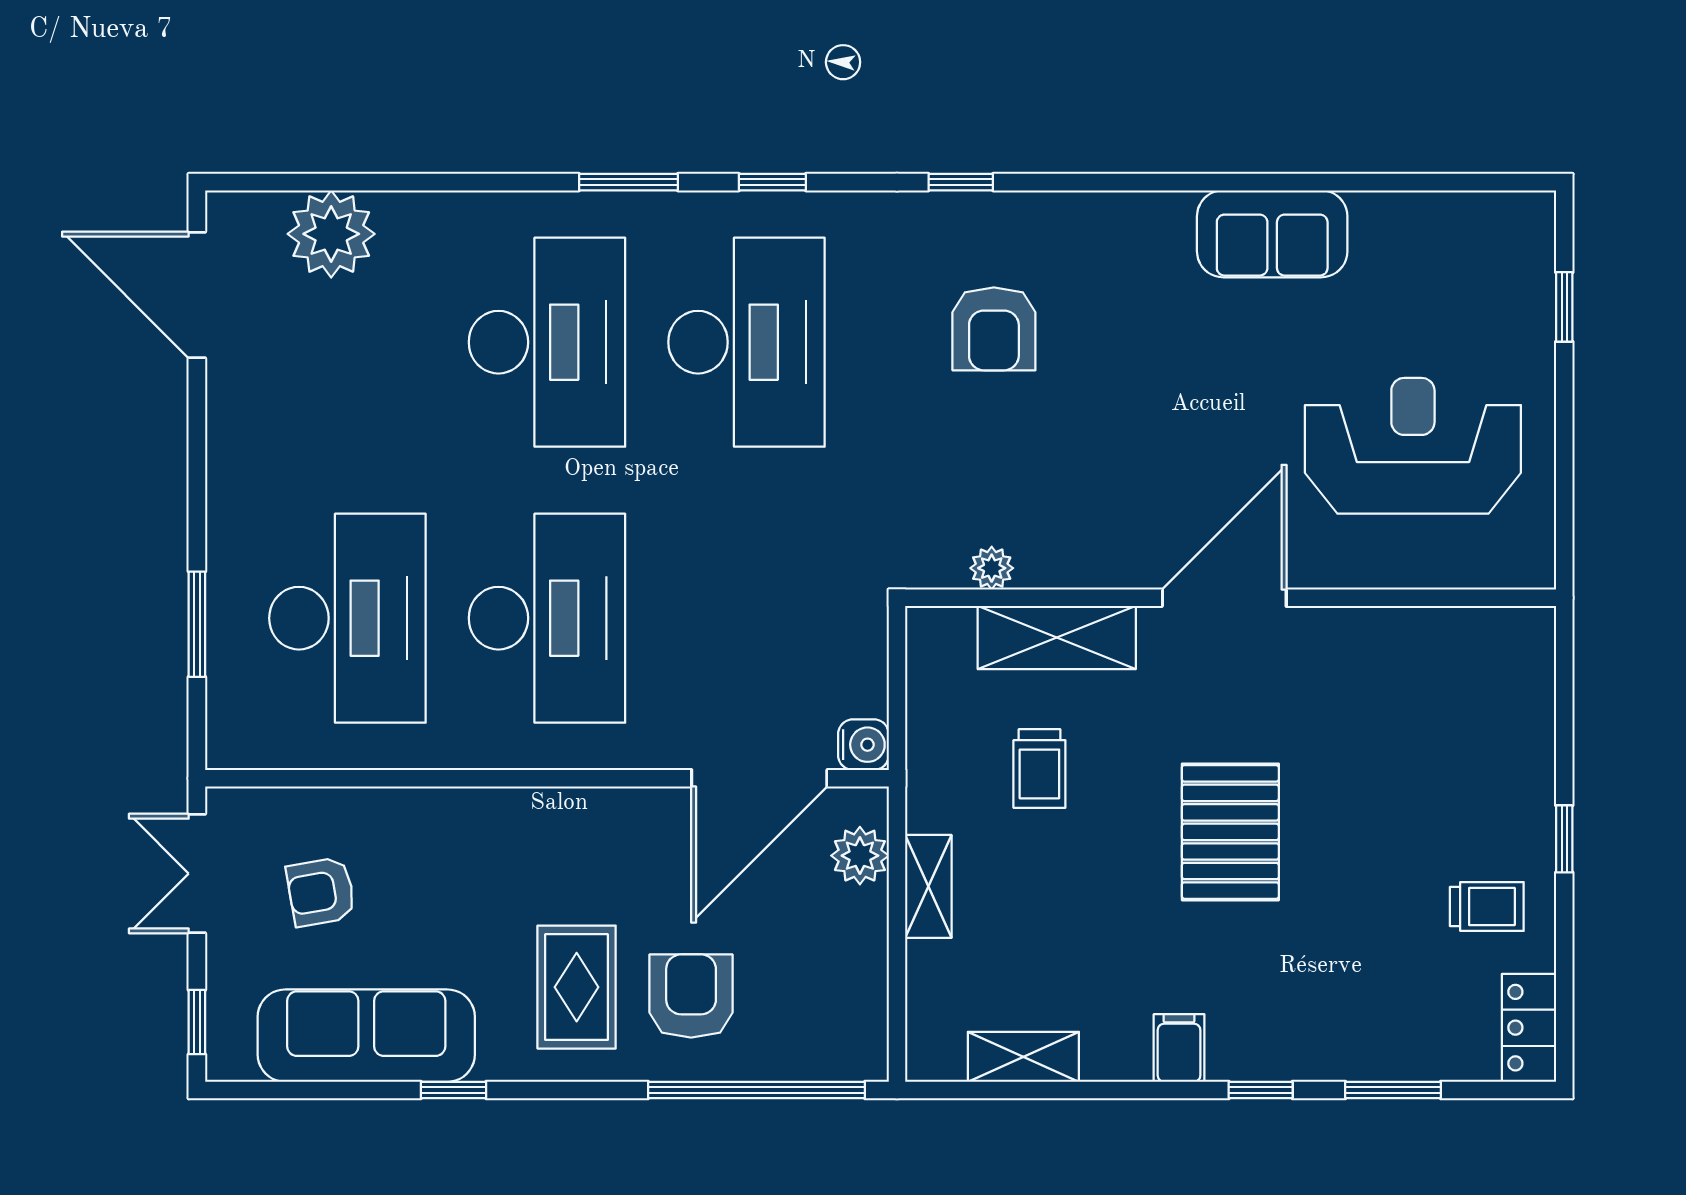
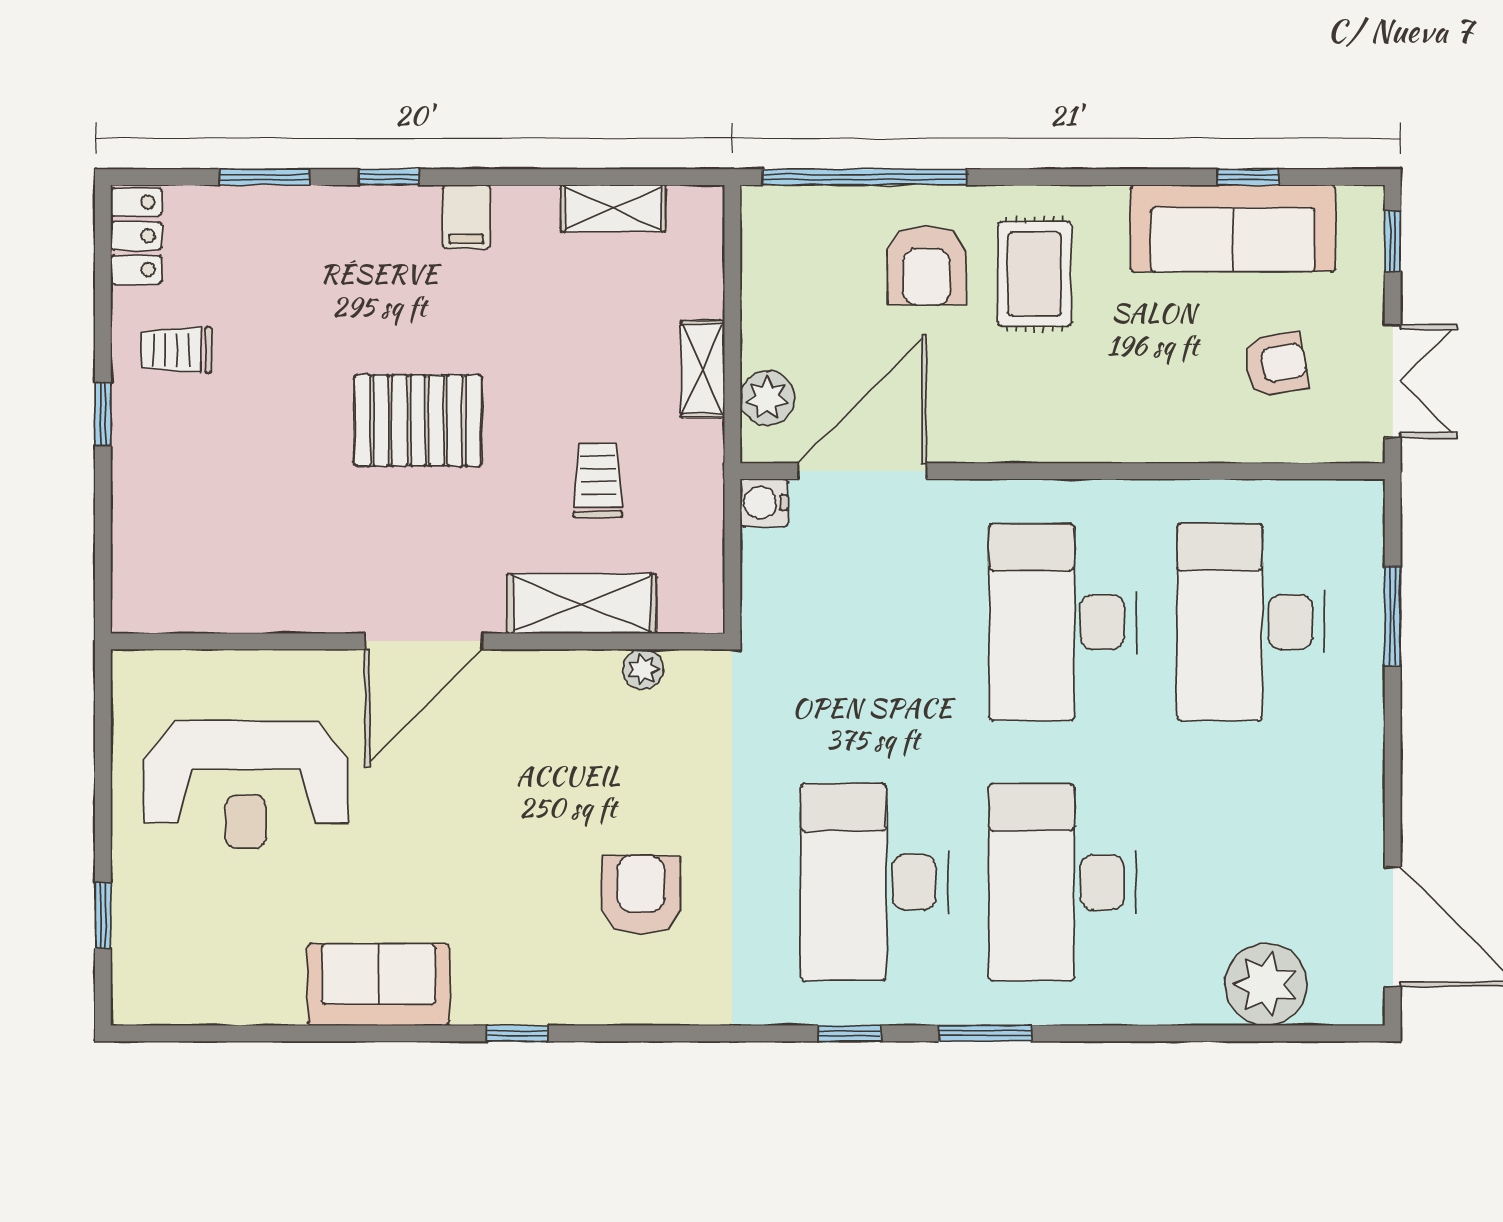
window: (961, 182) -> (517, 1033), moved
pallet: (1230, 832) -> (418, 420), turned 90
window: (453, 1090) -> (1248, 177), moved

